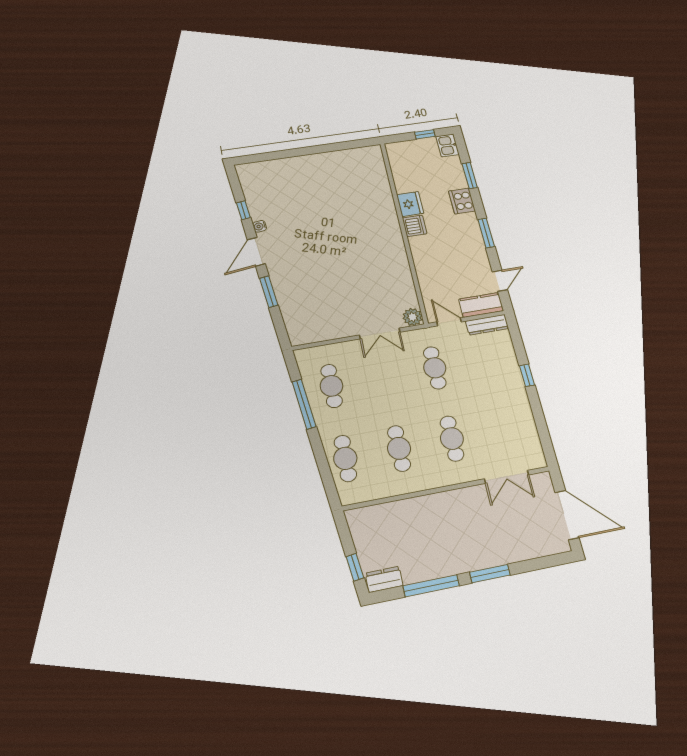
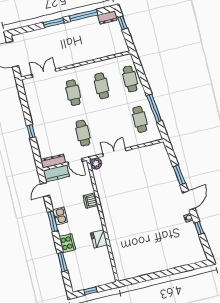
kitchen sink: (448, 145) -> (60, 216), moved
dishwasher: (415, 226) -> (90, 201), moved

